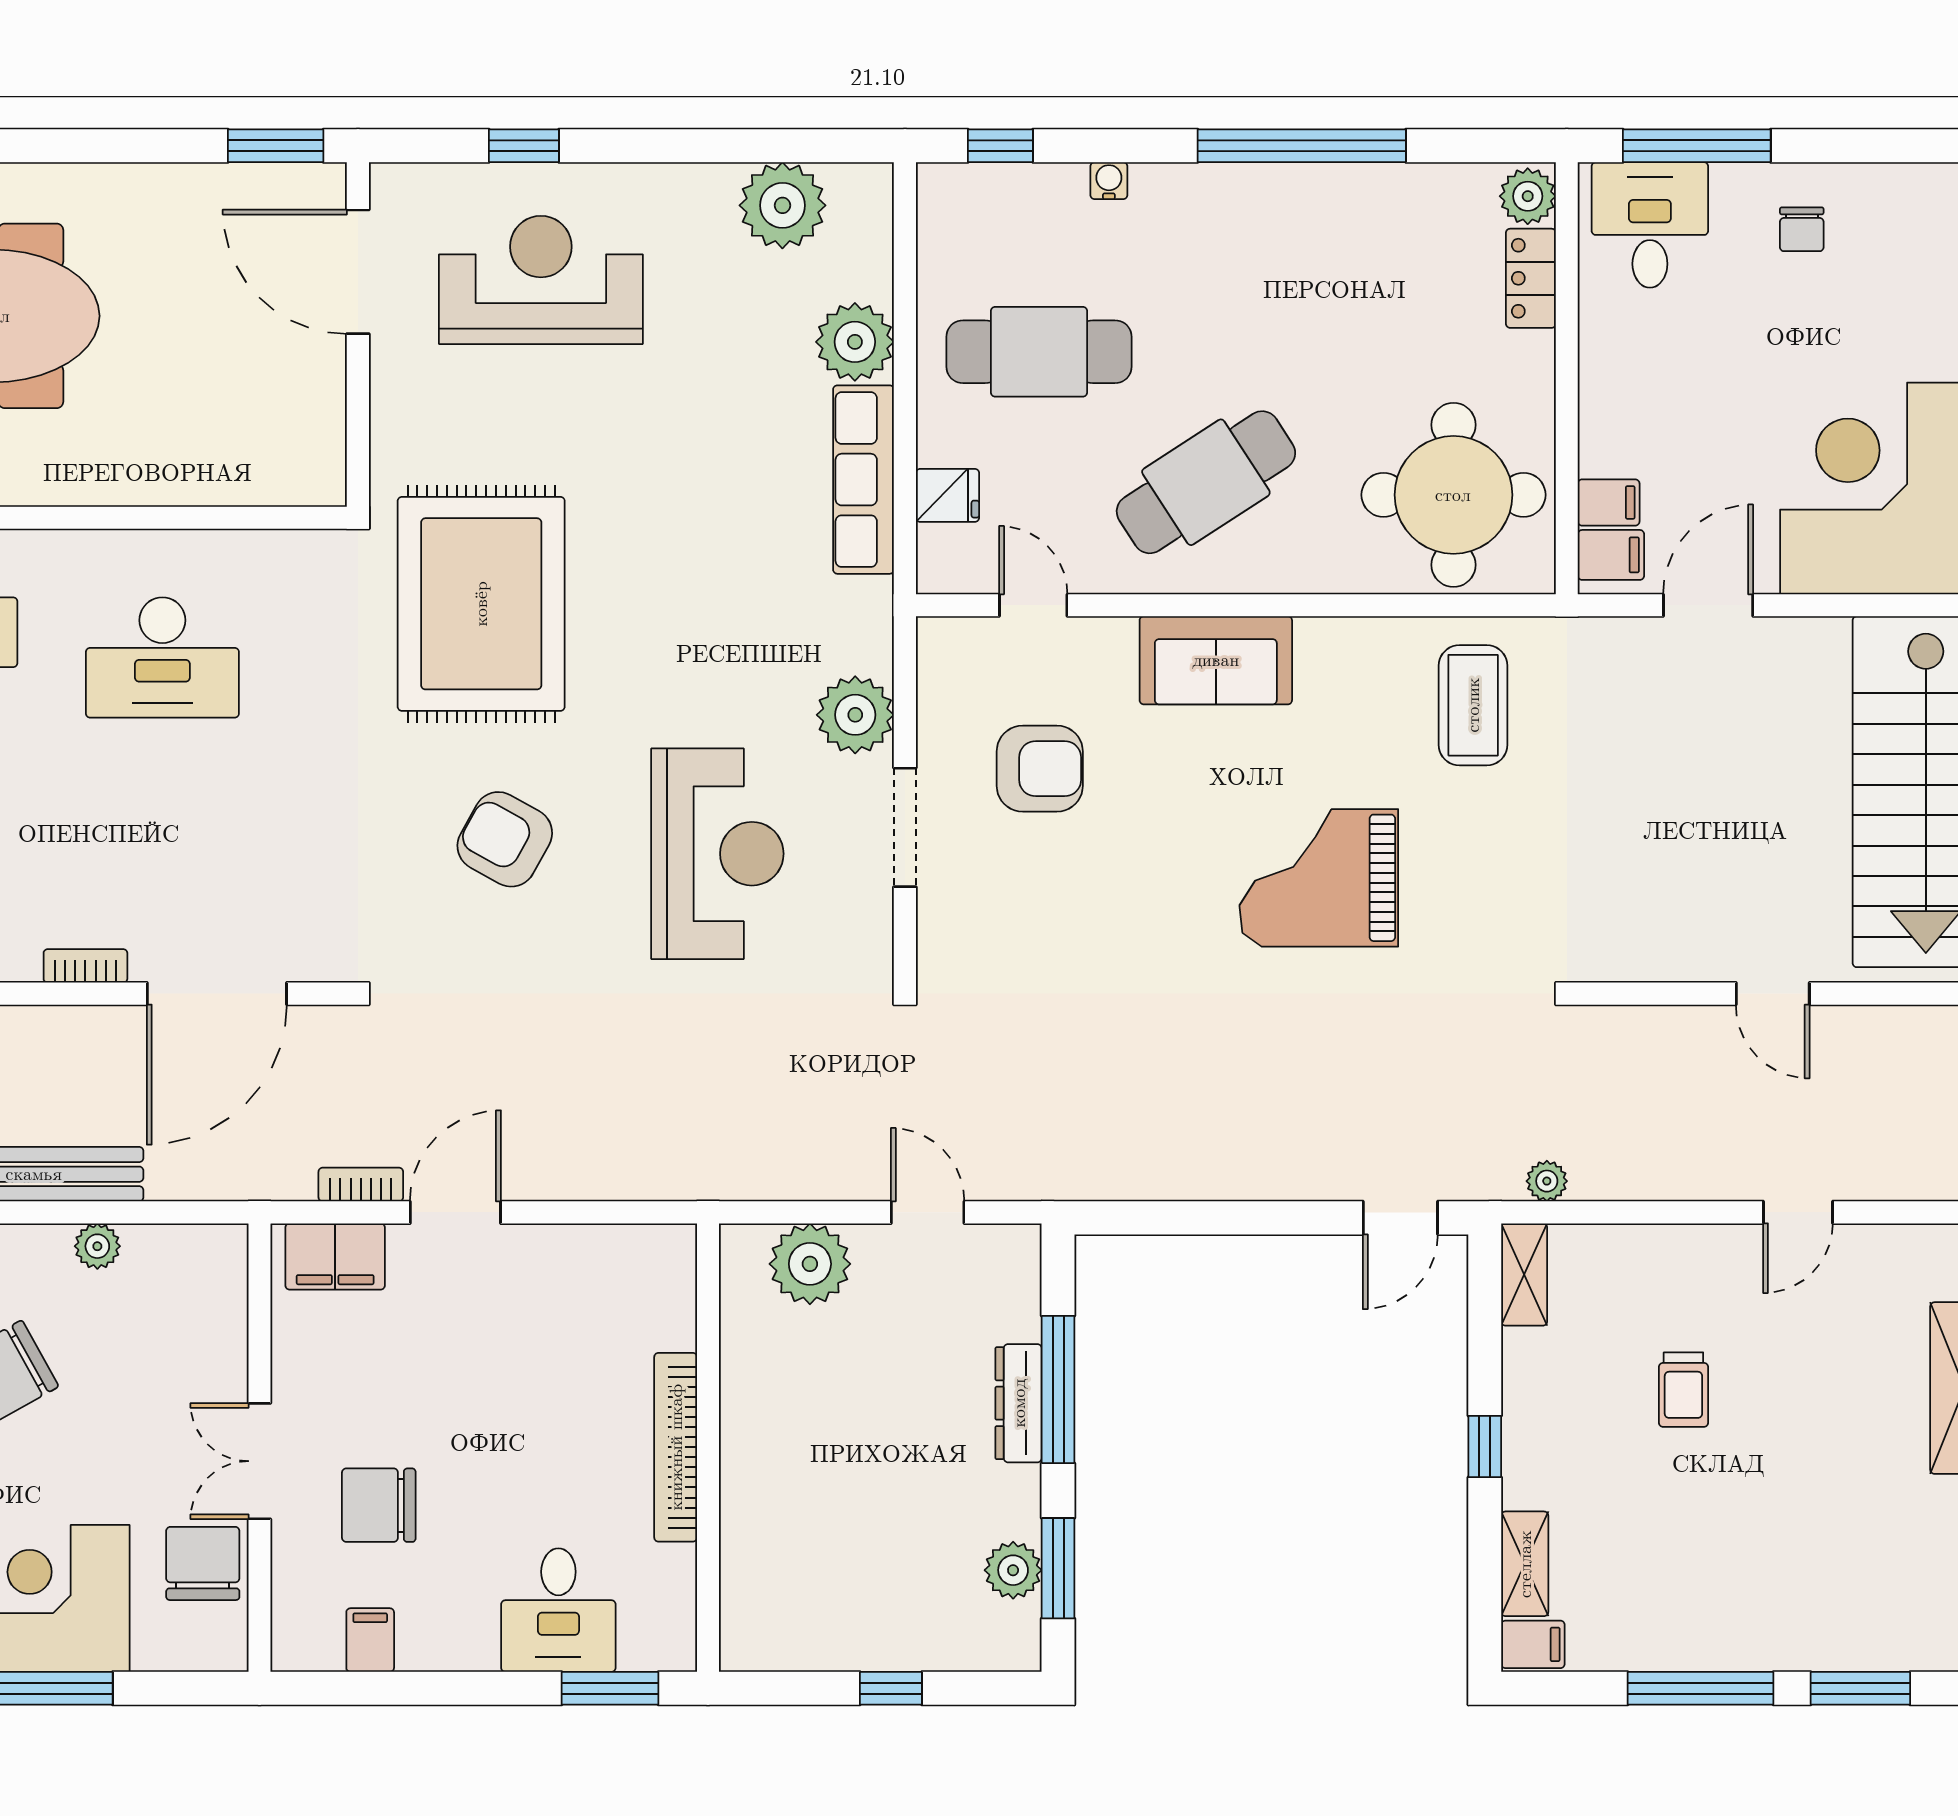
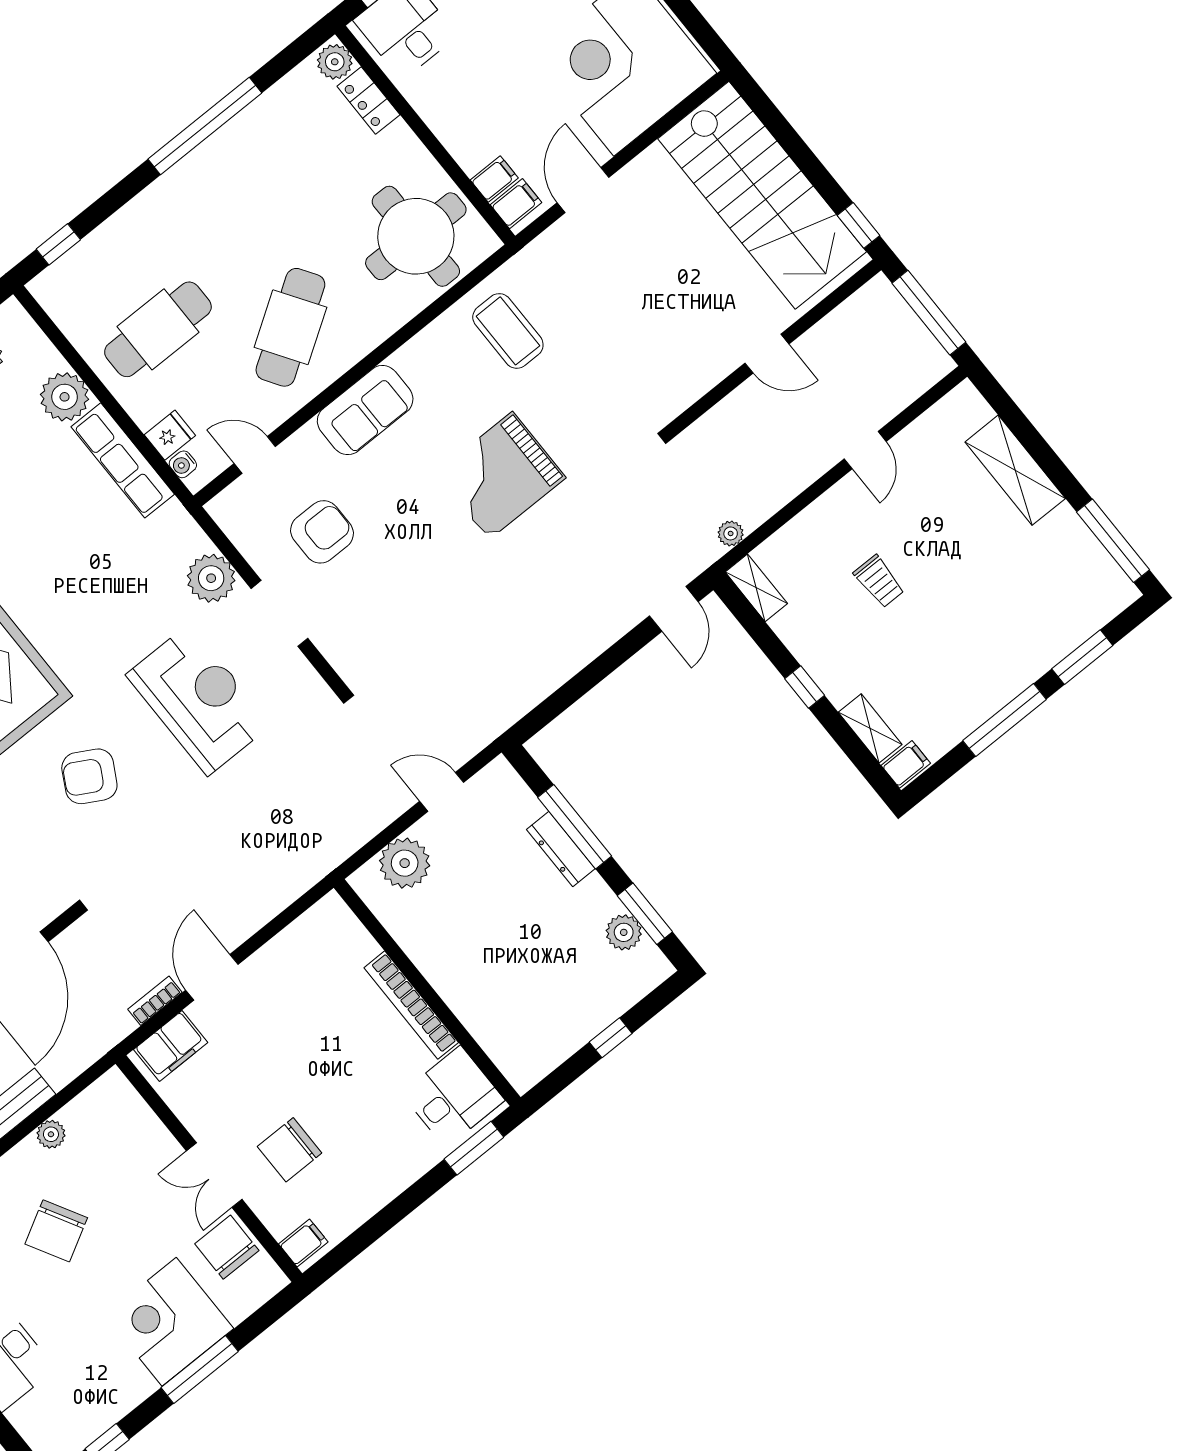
water cooler: (1109, 181) -> (183, 464), moved, turned -90
desk: (558, 1610) -> (453, 1097), moved, turned -90
filing cabinet: (370, 1640) -> (303, 1243), moved, turned 90

